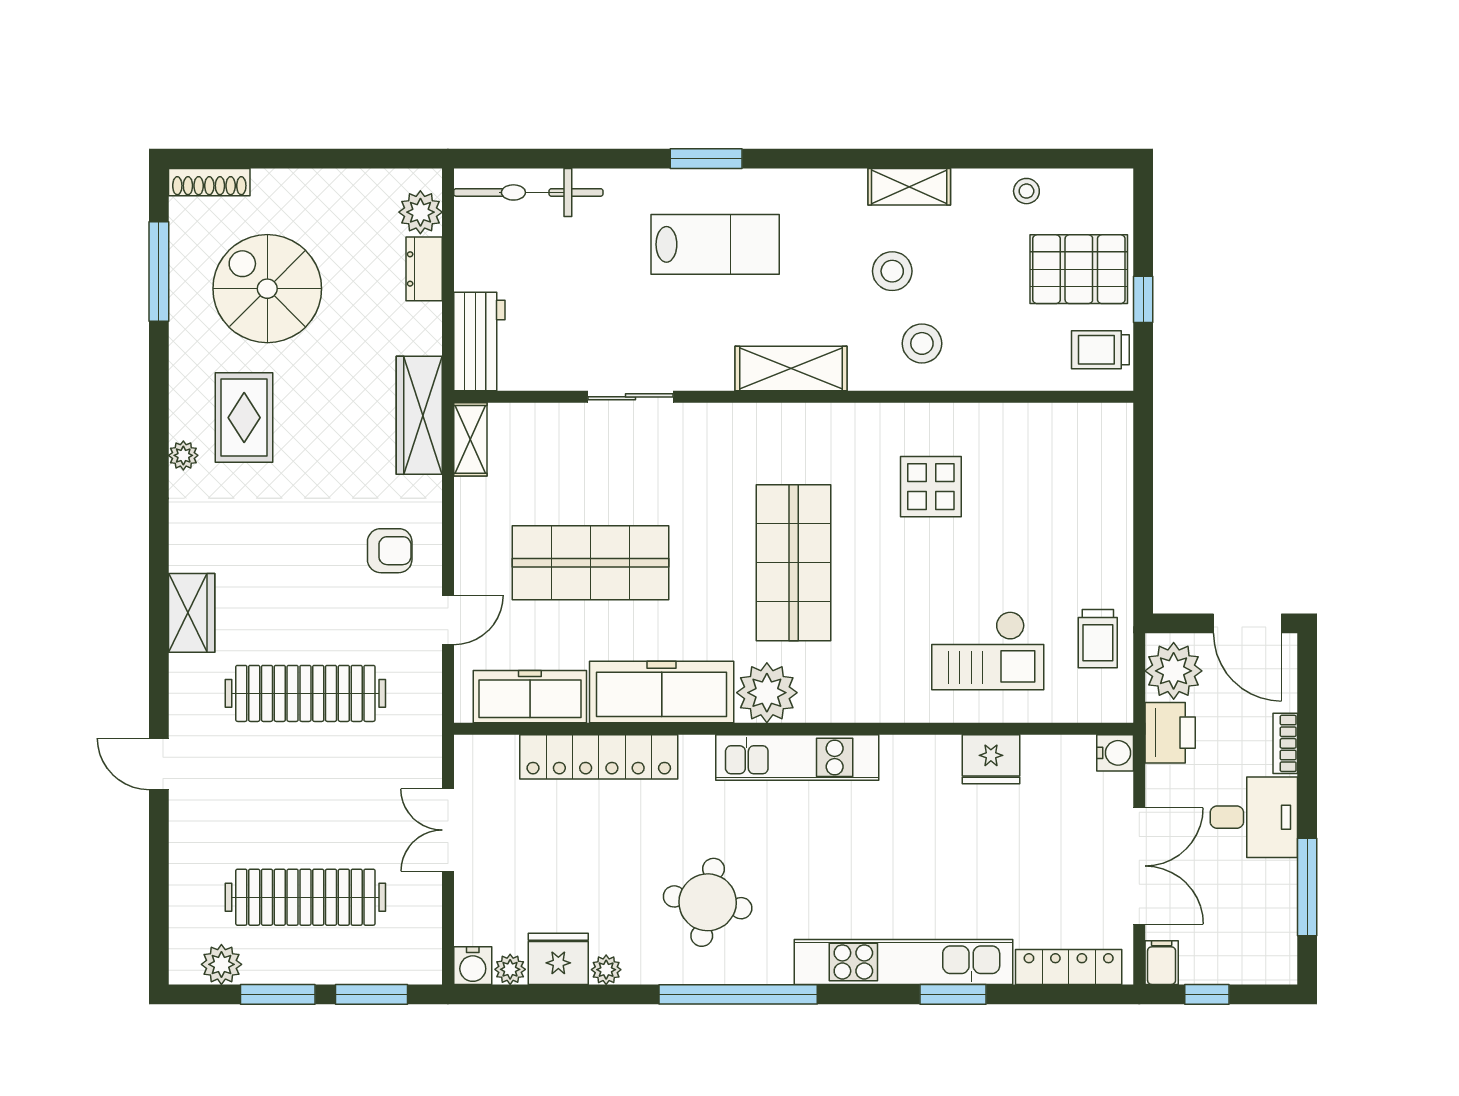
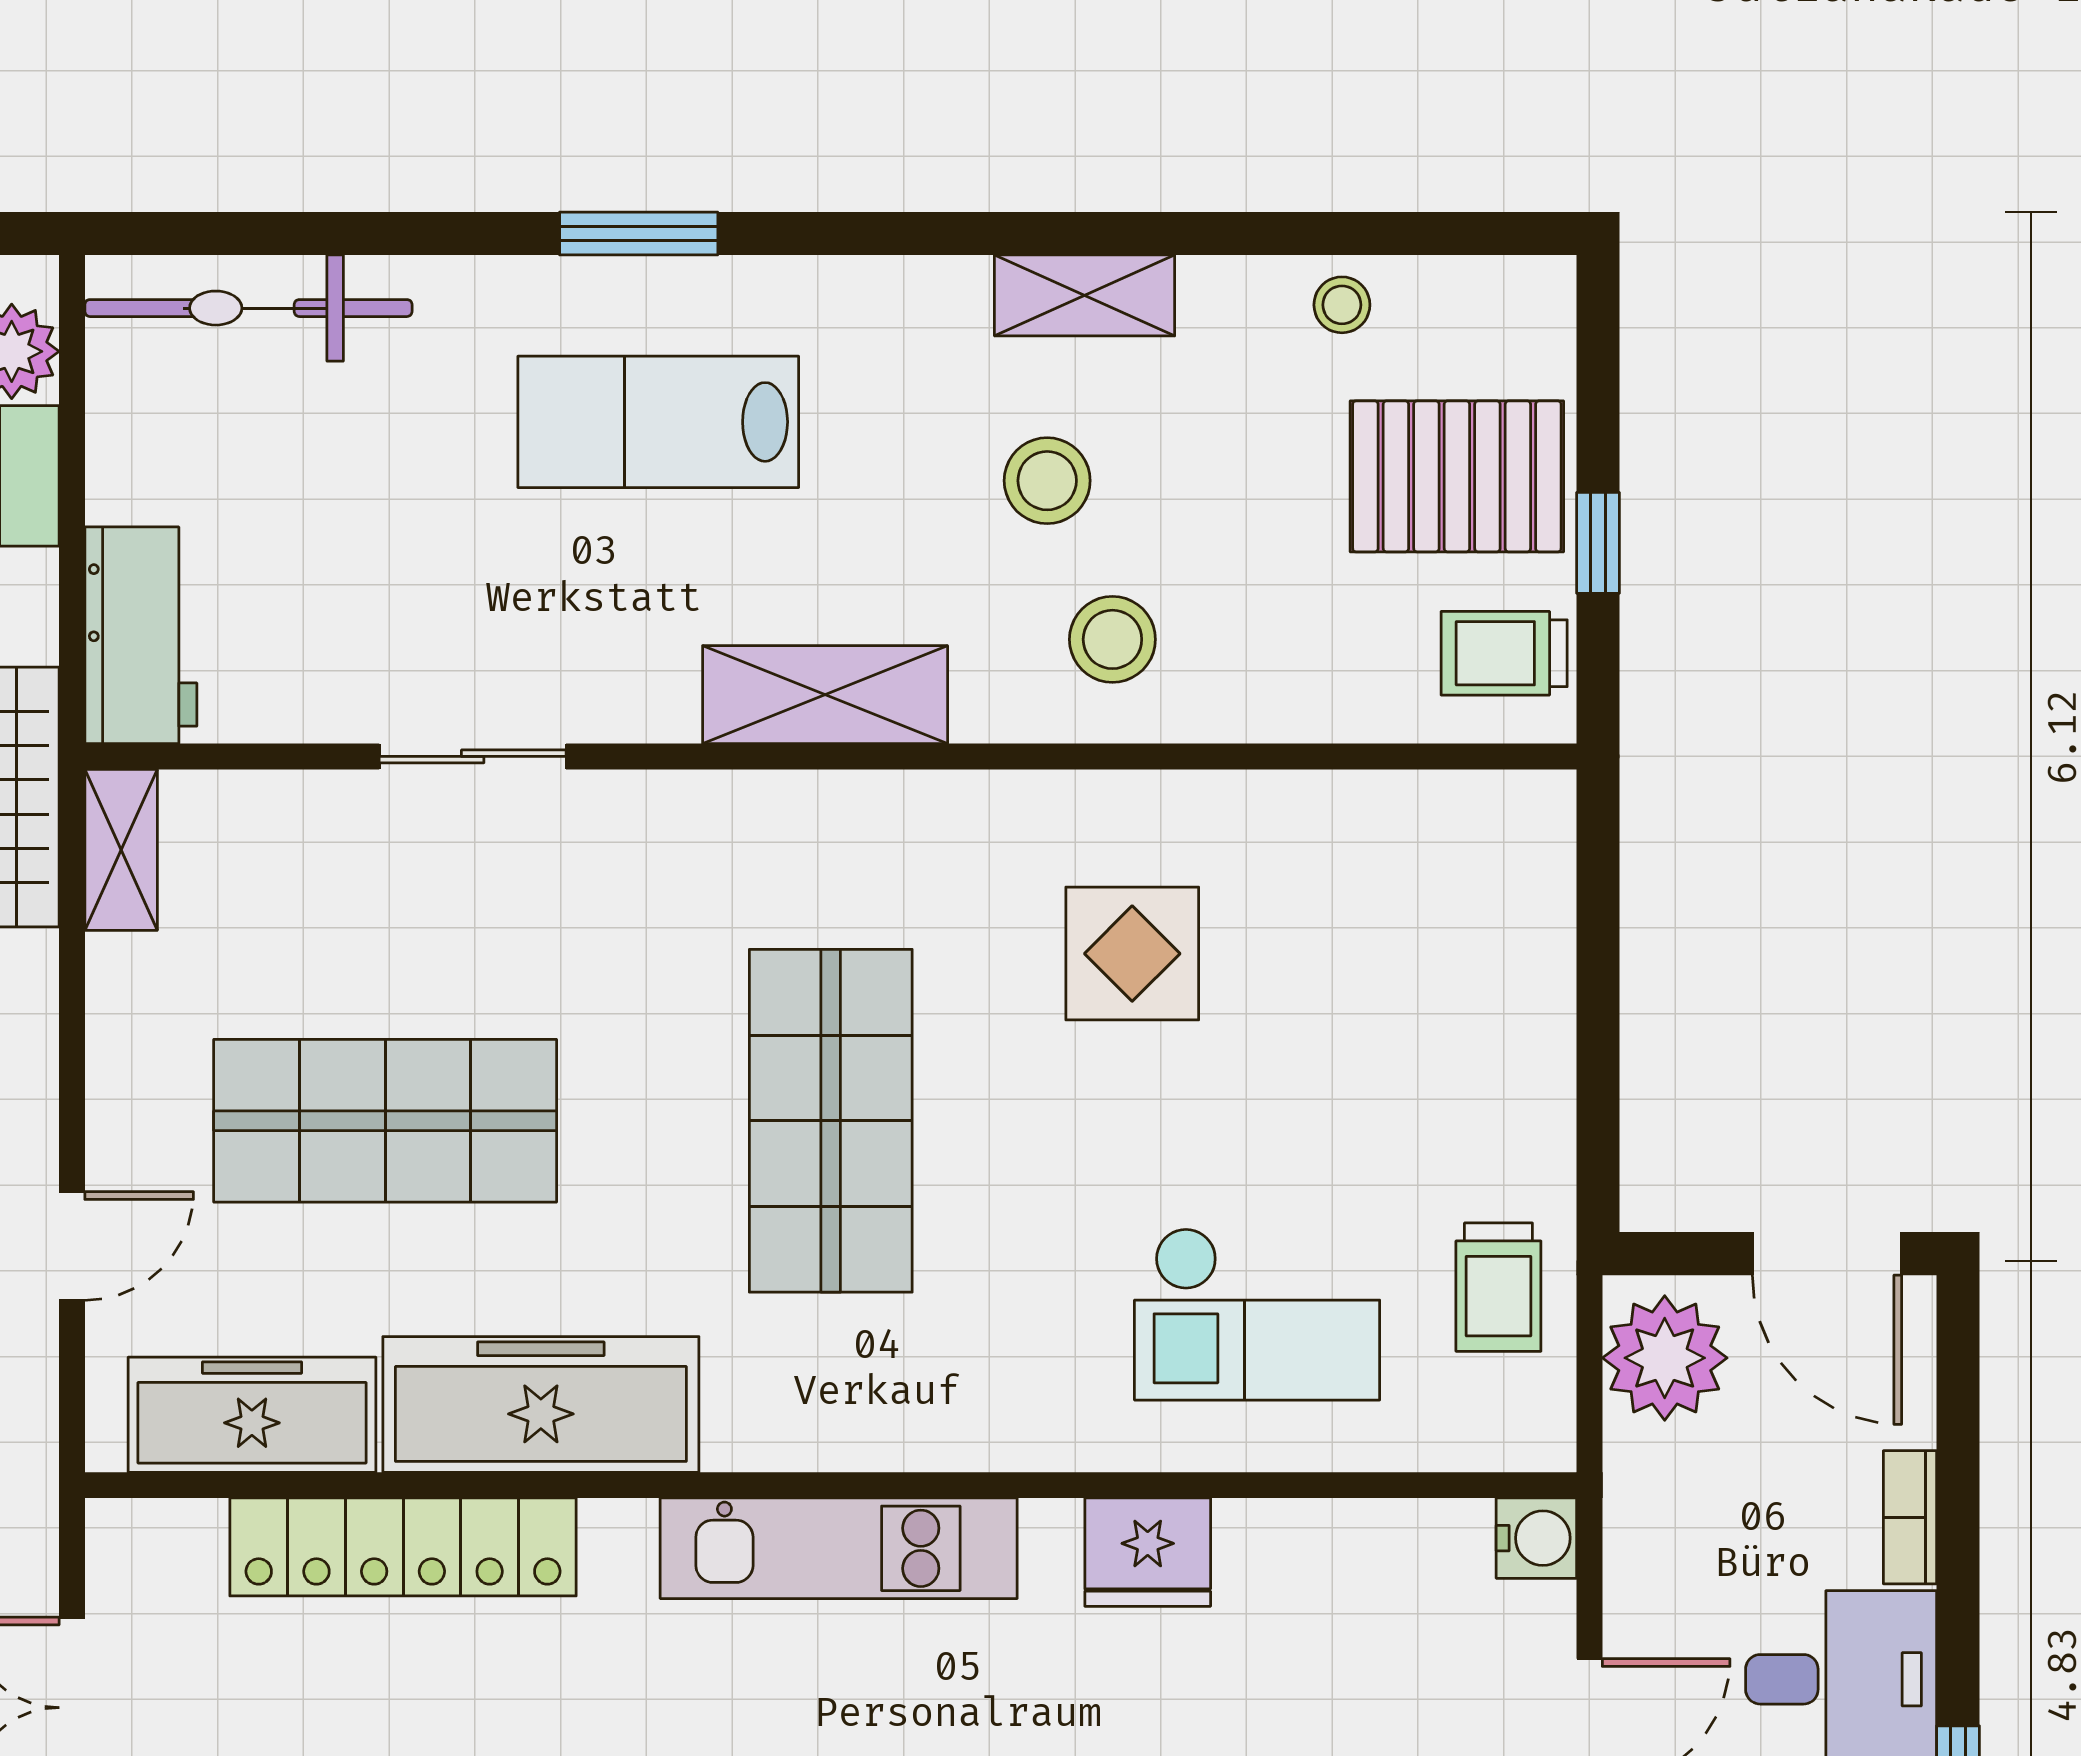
lab bench: (715, 244) -> (658, 422), turned 180
plant: (767, 693) -> (772, 1406), removed
printer: (1170, 733) -> (1657, 1494), removed
fridge: (991, 759) -> (1148, 1552), moved

